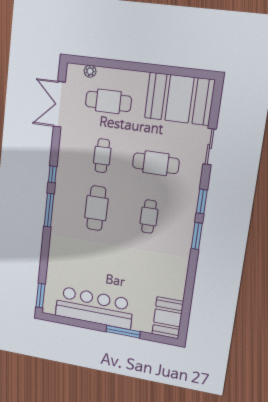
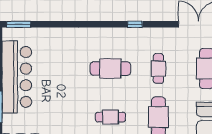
cafe table: (102, 156) -> (158, 69), turned 90
window: (49, 210) -> (102, 24), removed

